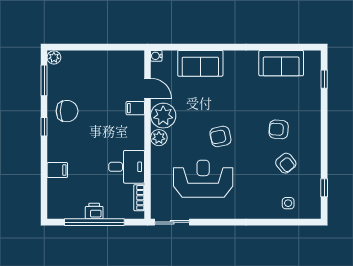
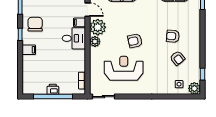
chair: (67, 111) -> (35, 24), turned -90
desk: (127, 167) -> (74, 38), moved
filing cabinet: (57, 170) -> (29, 50), moved
plant: (312, 210) -> (194, 88), added

